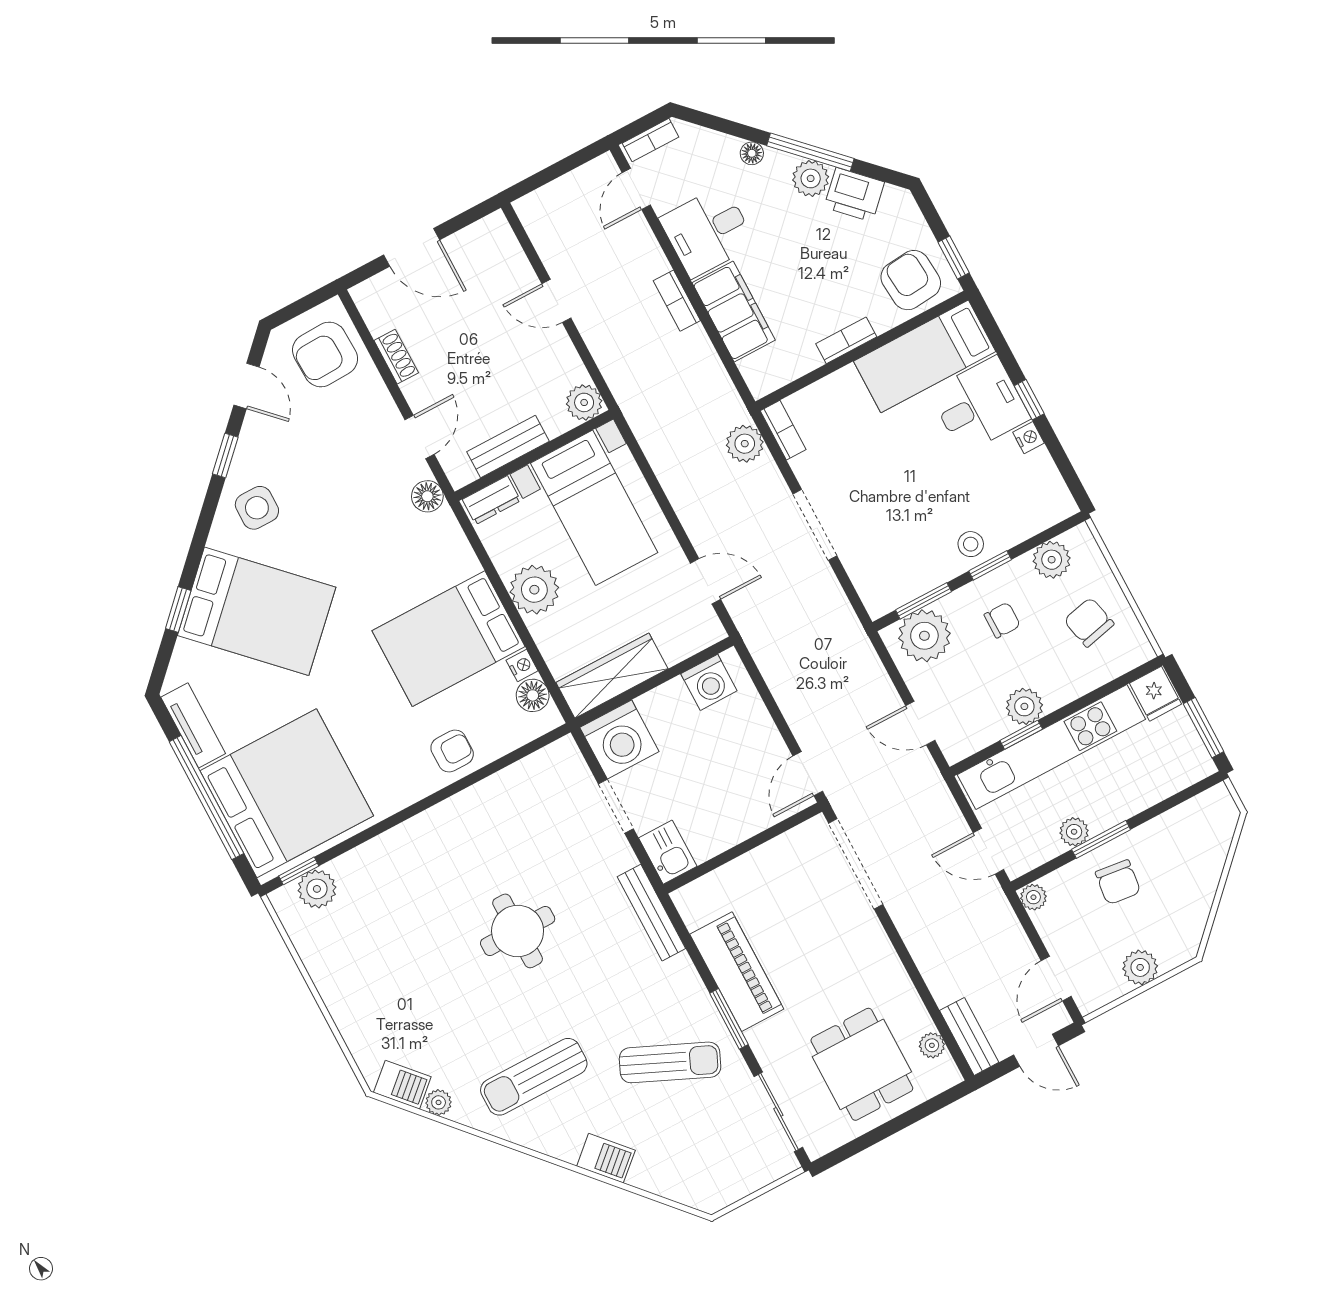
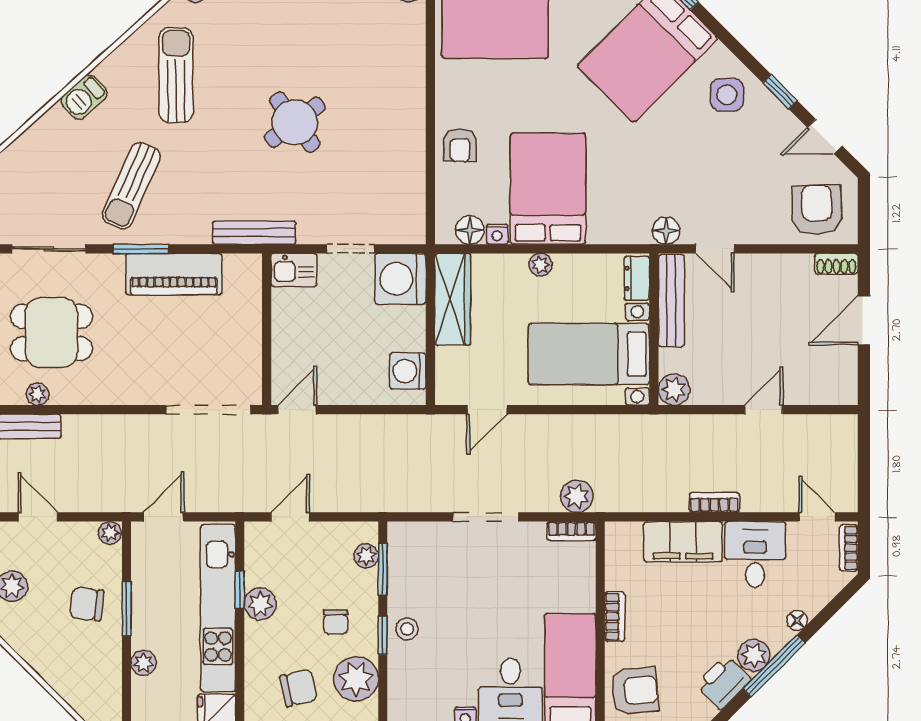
shoe rack: (396, 357) -> (836, 264), moved
bench: (508, 447) -> (671, 301), width x1.36
plant: (1052, 560) -> (356, 679), width x1.36, depth x1.36
plant: (534, 590) -> (540, 265), width x0.53, depth x0.53
plant: (924, 636) -> (366, 556), width x0.53, depth x0.53
door: (808, 774) -> (297, 410), hinge flipped
plant: (1074, 832) -> (144, 663), moved
round table: (518, 931) -> (295, 122), turned -37

